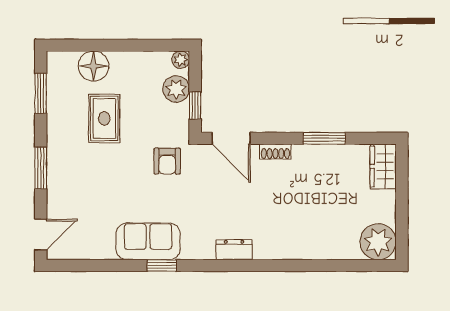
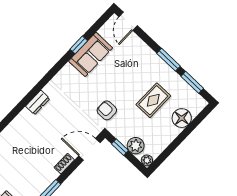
rug: (104, 118) -> (153, 100), turned 90
window: (41, 168) -> (168, 60), moved
sofa: (148, 241) -> (91, 54), moved
window: (162, 265) -> (79, 45), moved

